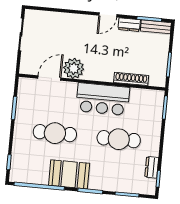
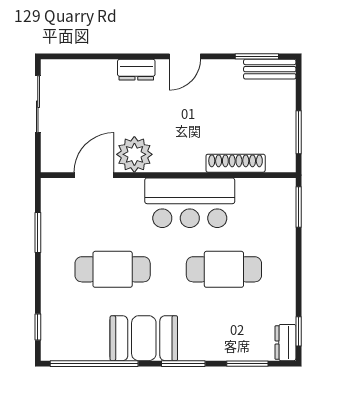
dresser: (129, 25) -> (136, 70), moved
dresser: (152, 167) -> (286, 343), moved

